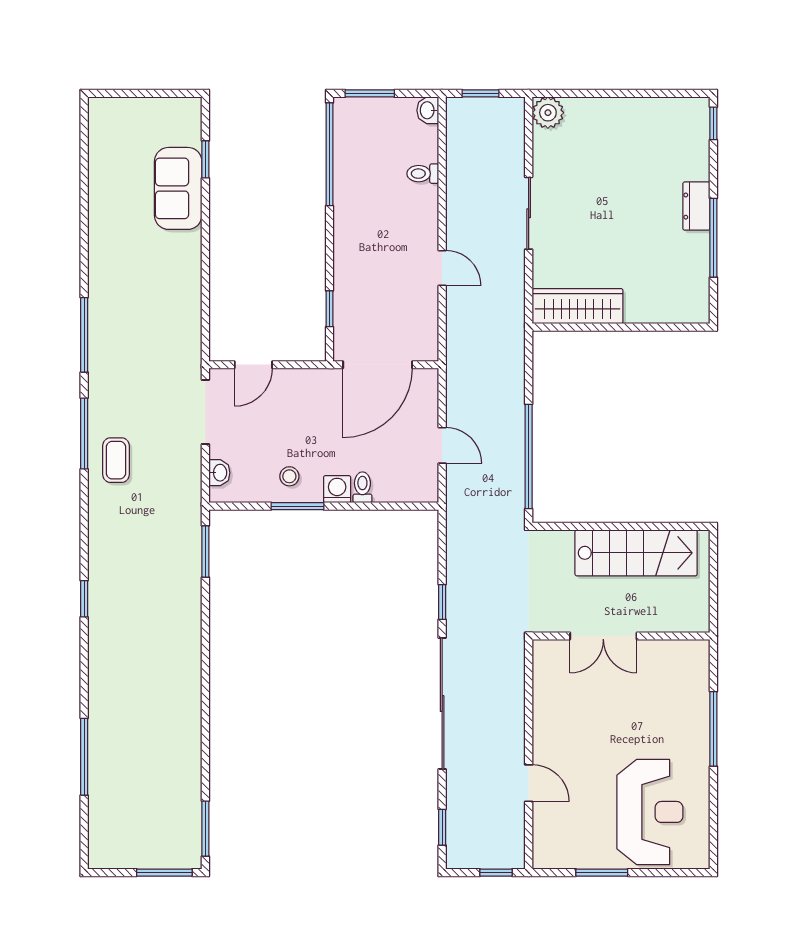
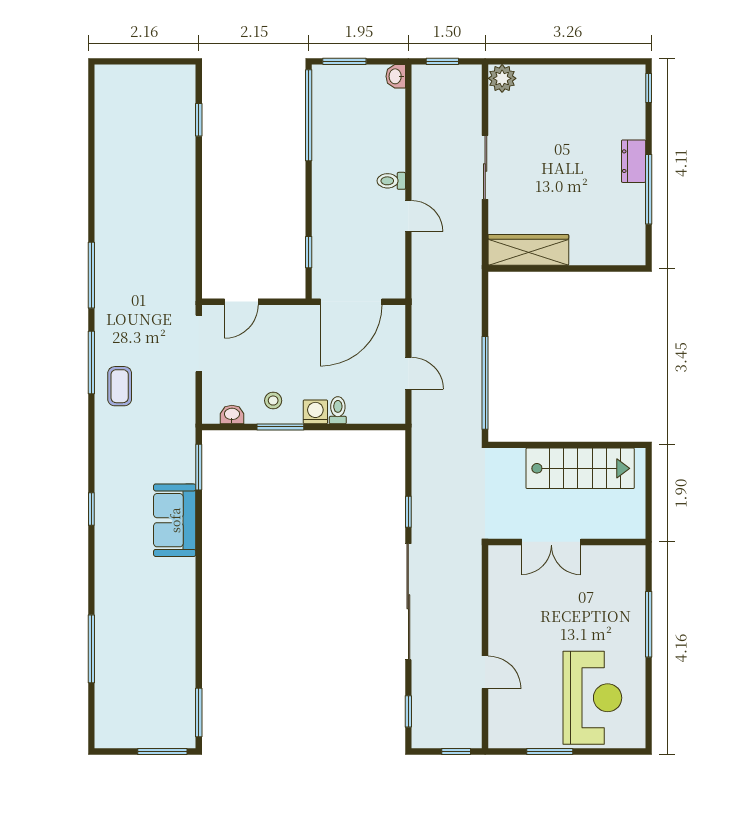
toilet: (423, 174) -> (391, 181), moved
sofa: (178, 188) -> (175, 520), moved
washbasin: (219, 473) -> (232, 415), moved, turned -90

